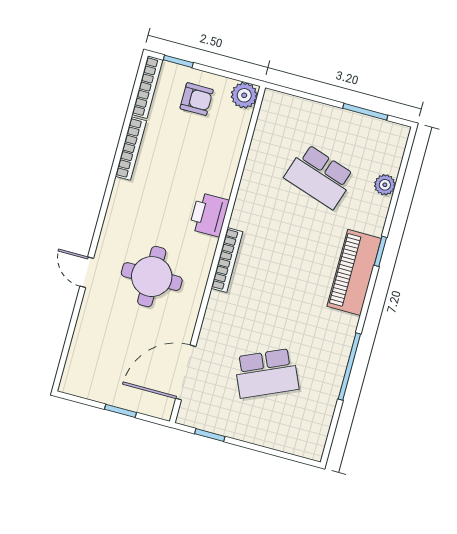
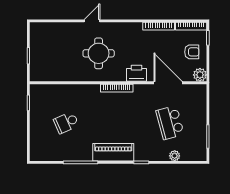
armchair: (197, 99) -> (192, 52), turned -90
school desk: (320, 176) -> (170, 123), turned -33
piano: (354, 272) -> (113, 152), moved
door: (186, 372) -> (168, 83), moved
school desk: (266, 373) -> (66, 123), width x0.54

